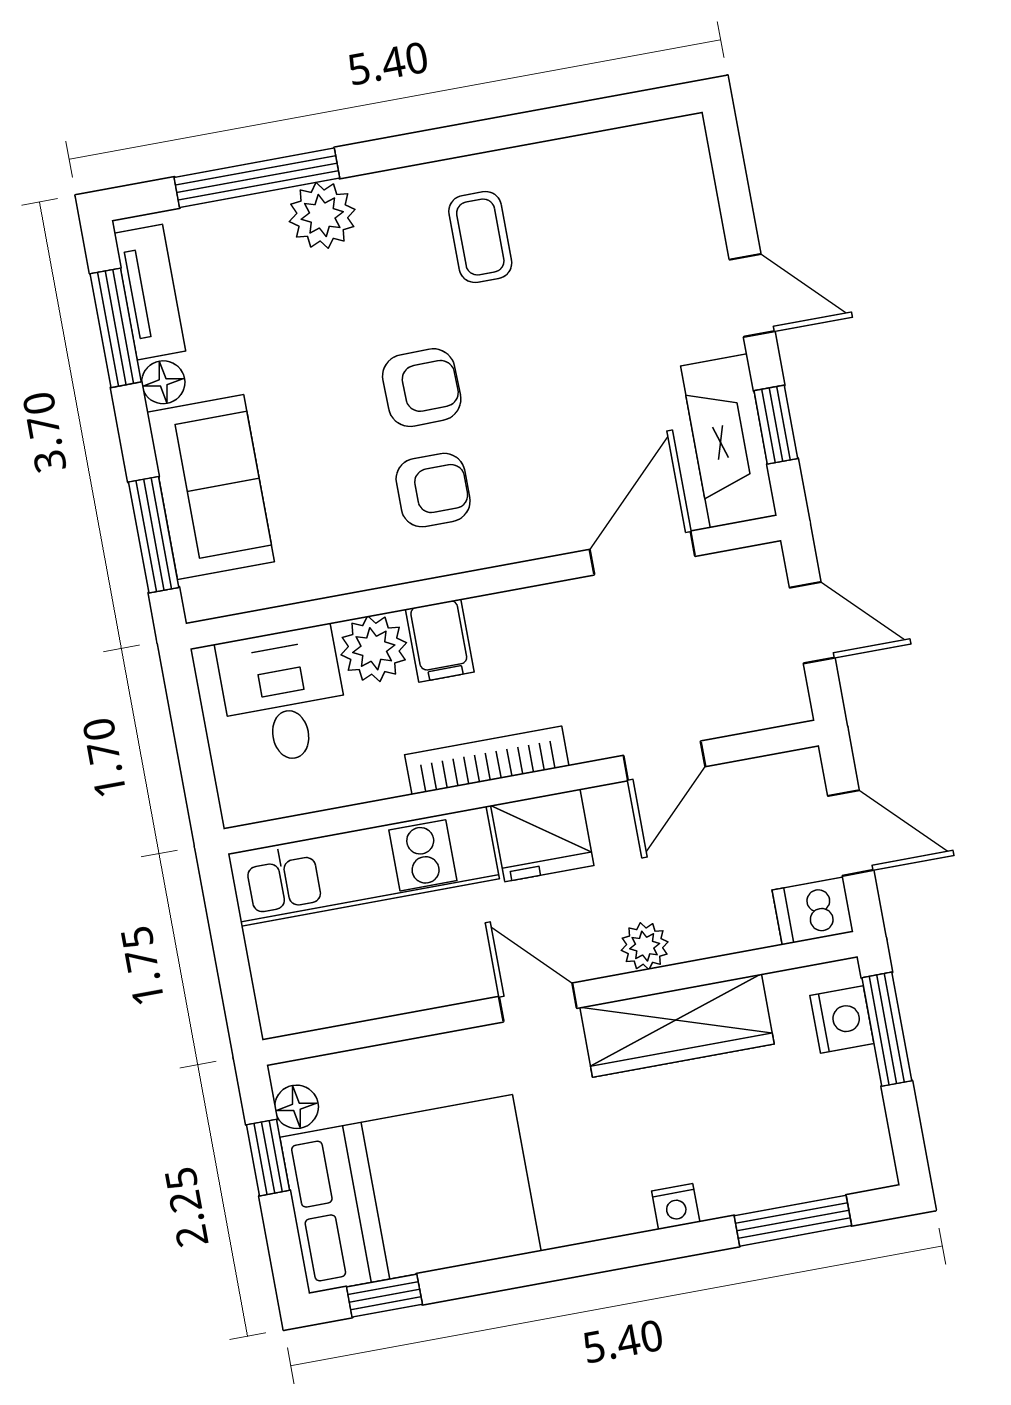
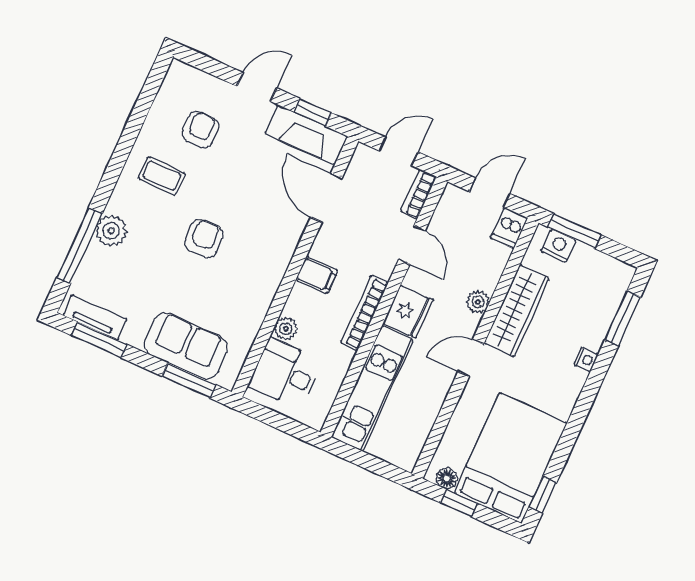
floor lamp: (163, 382) -> (133, 336), removed
armchair: (433, 490) -> (201, 130), moved
filing cabinet: (440, 641) -> (317, 275), moved
plant: (374, 649) -> (286, 329), width x0.73, depth x0.73
bookcase: (762, 710) -> (419, 194), added

